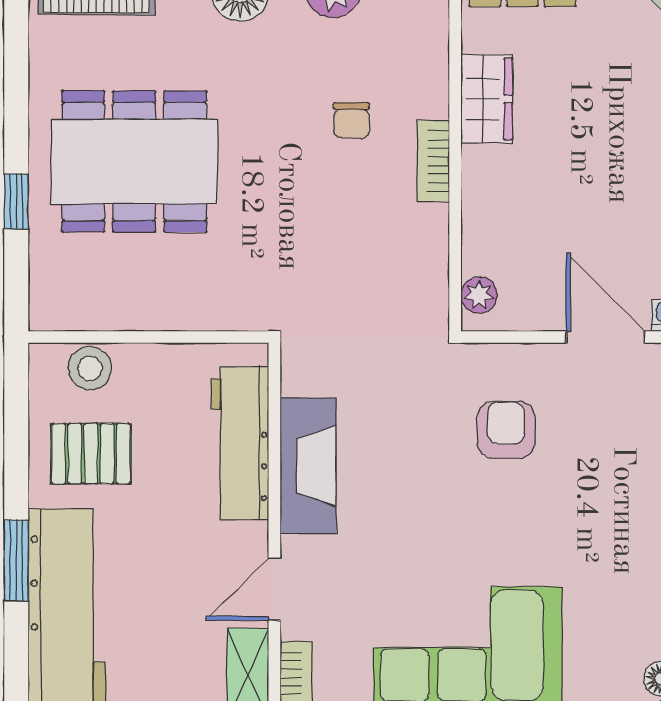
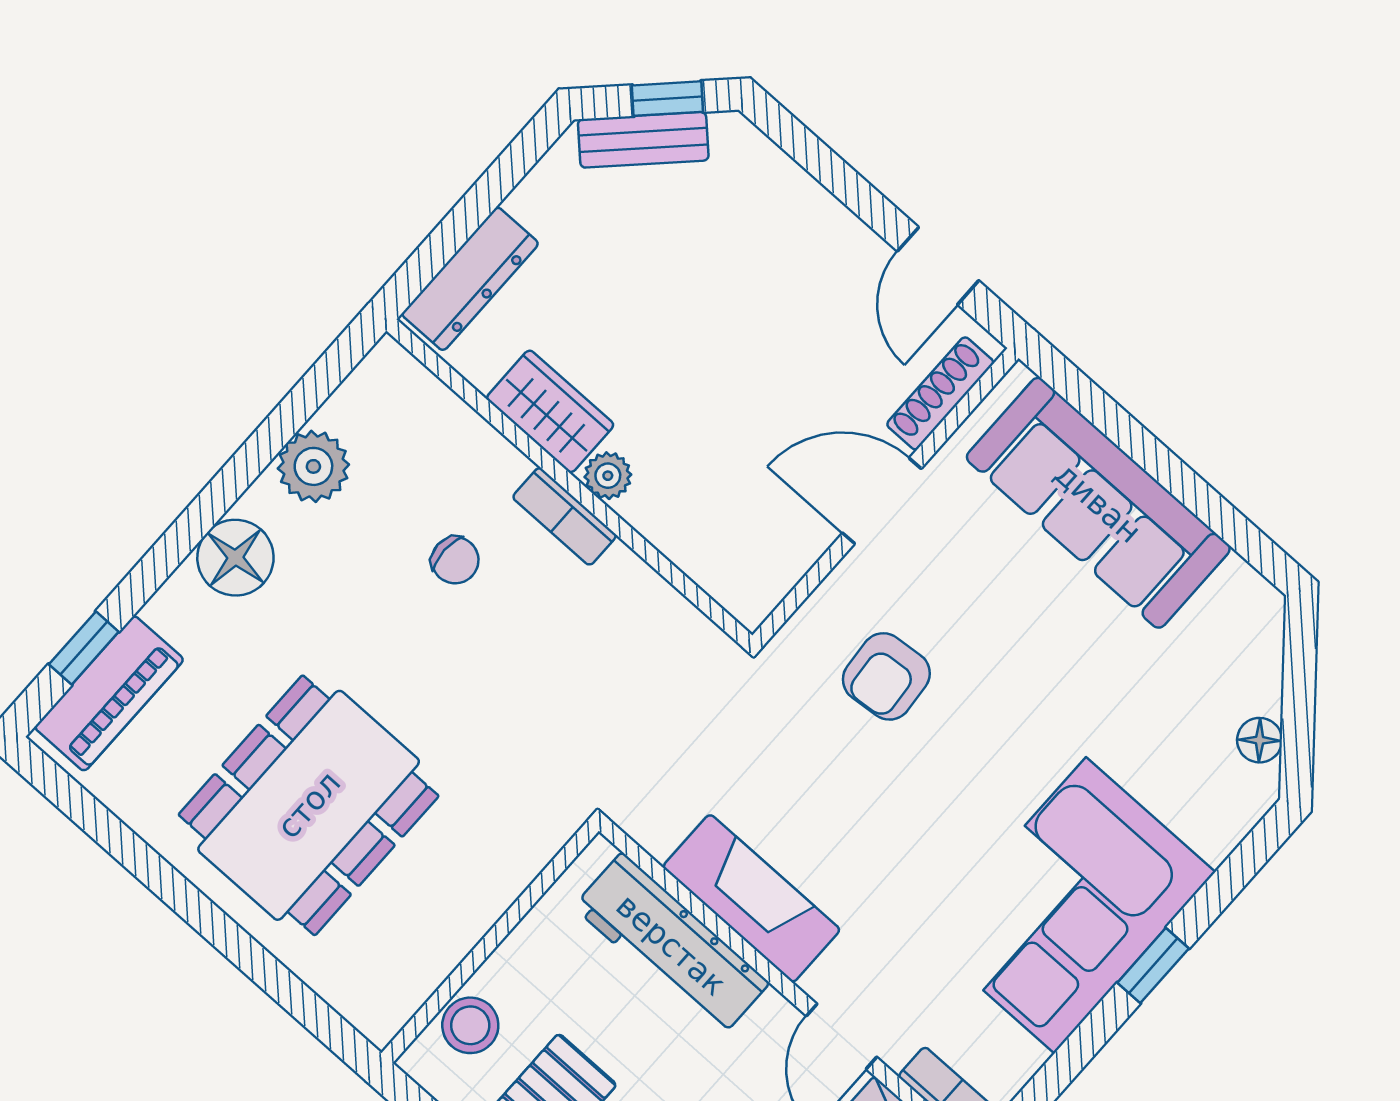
window: (16, 201) -> (246, 953), removed
plant: (479, 295) -> (608, 476), moved
armchair: (506, 430) -> (886, 676), turned -95

